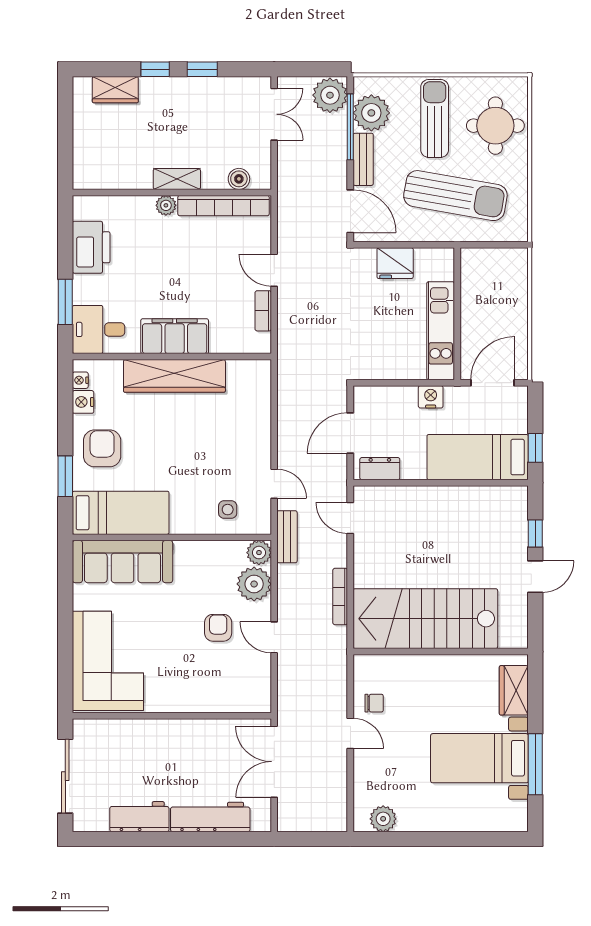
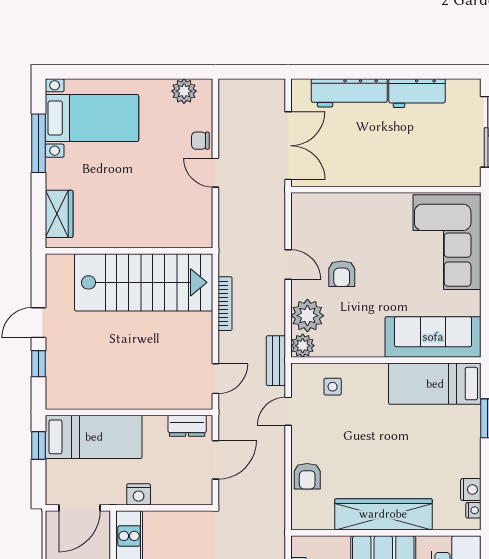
armchair: (102, 448) -> (307, 476), moved, width x0.72, depth x0.72
door: (274, 484) -> (288, 411), hinge flipped
door: (350, 518) -> (215, 379), hinge flipped
chair: (374, 703) -> (200, 141), moved
bed with nightstands: (479, 758) -> (92, 118), moved

